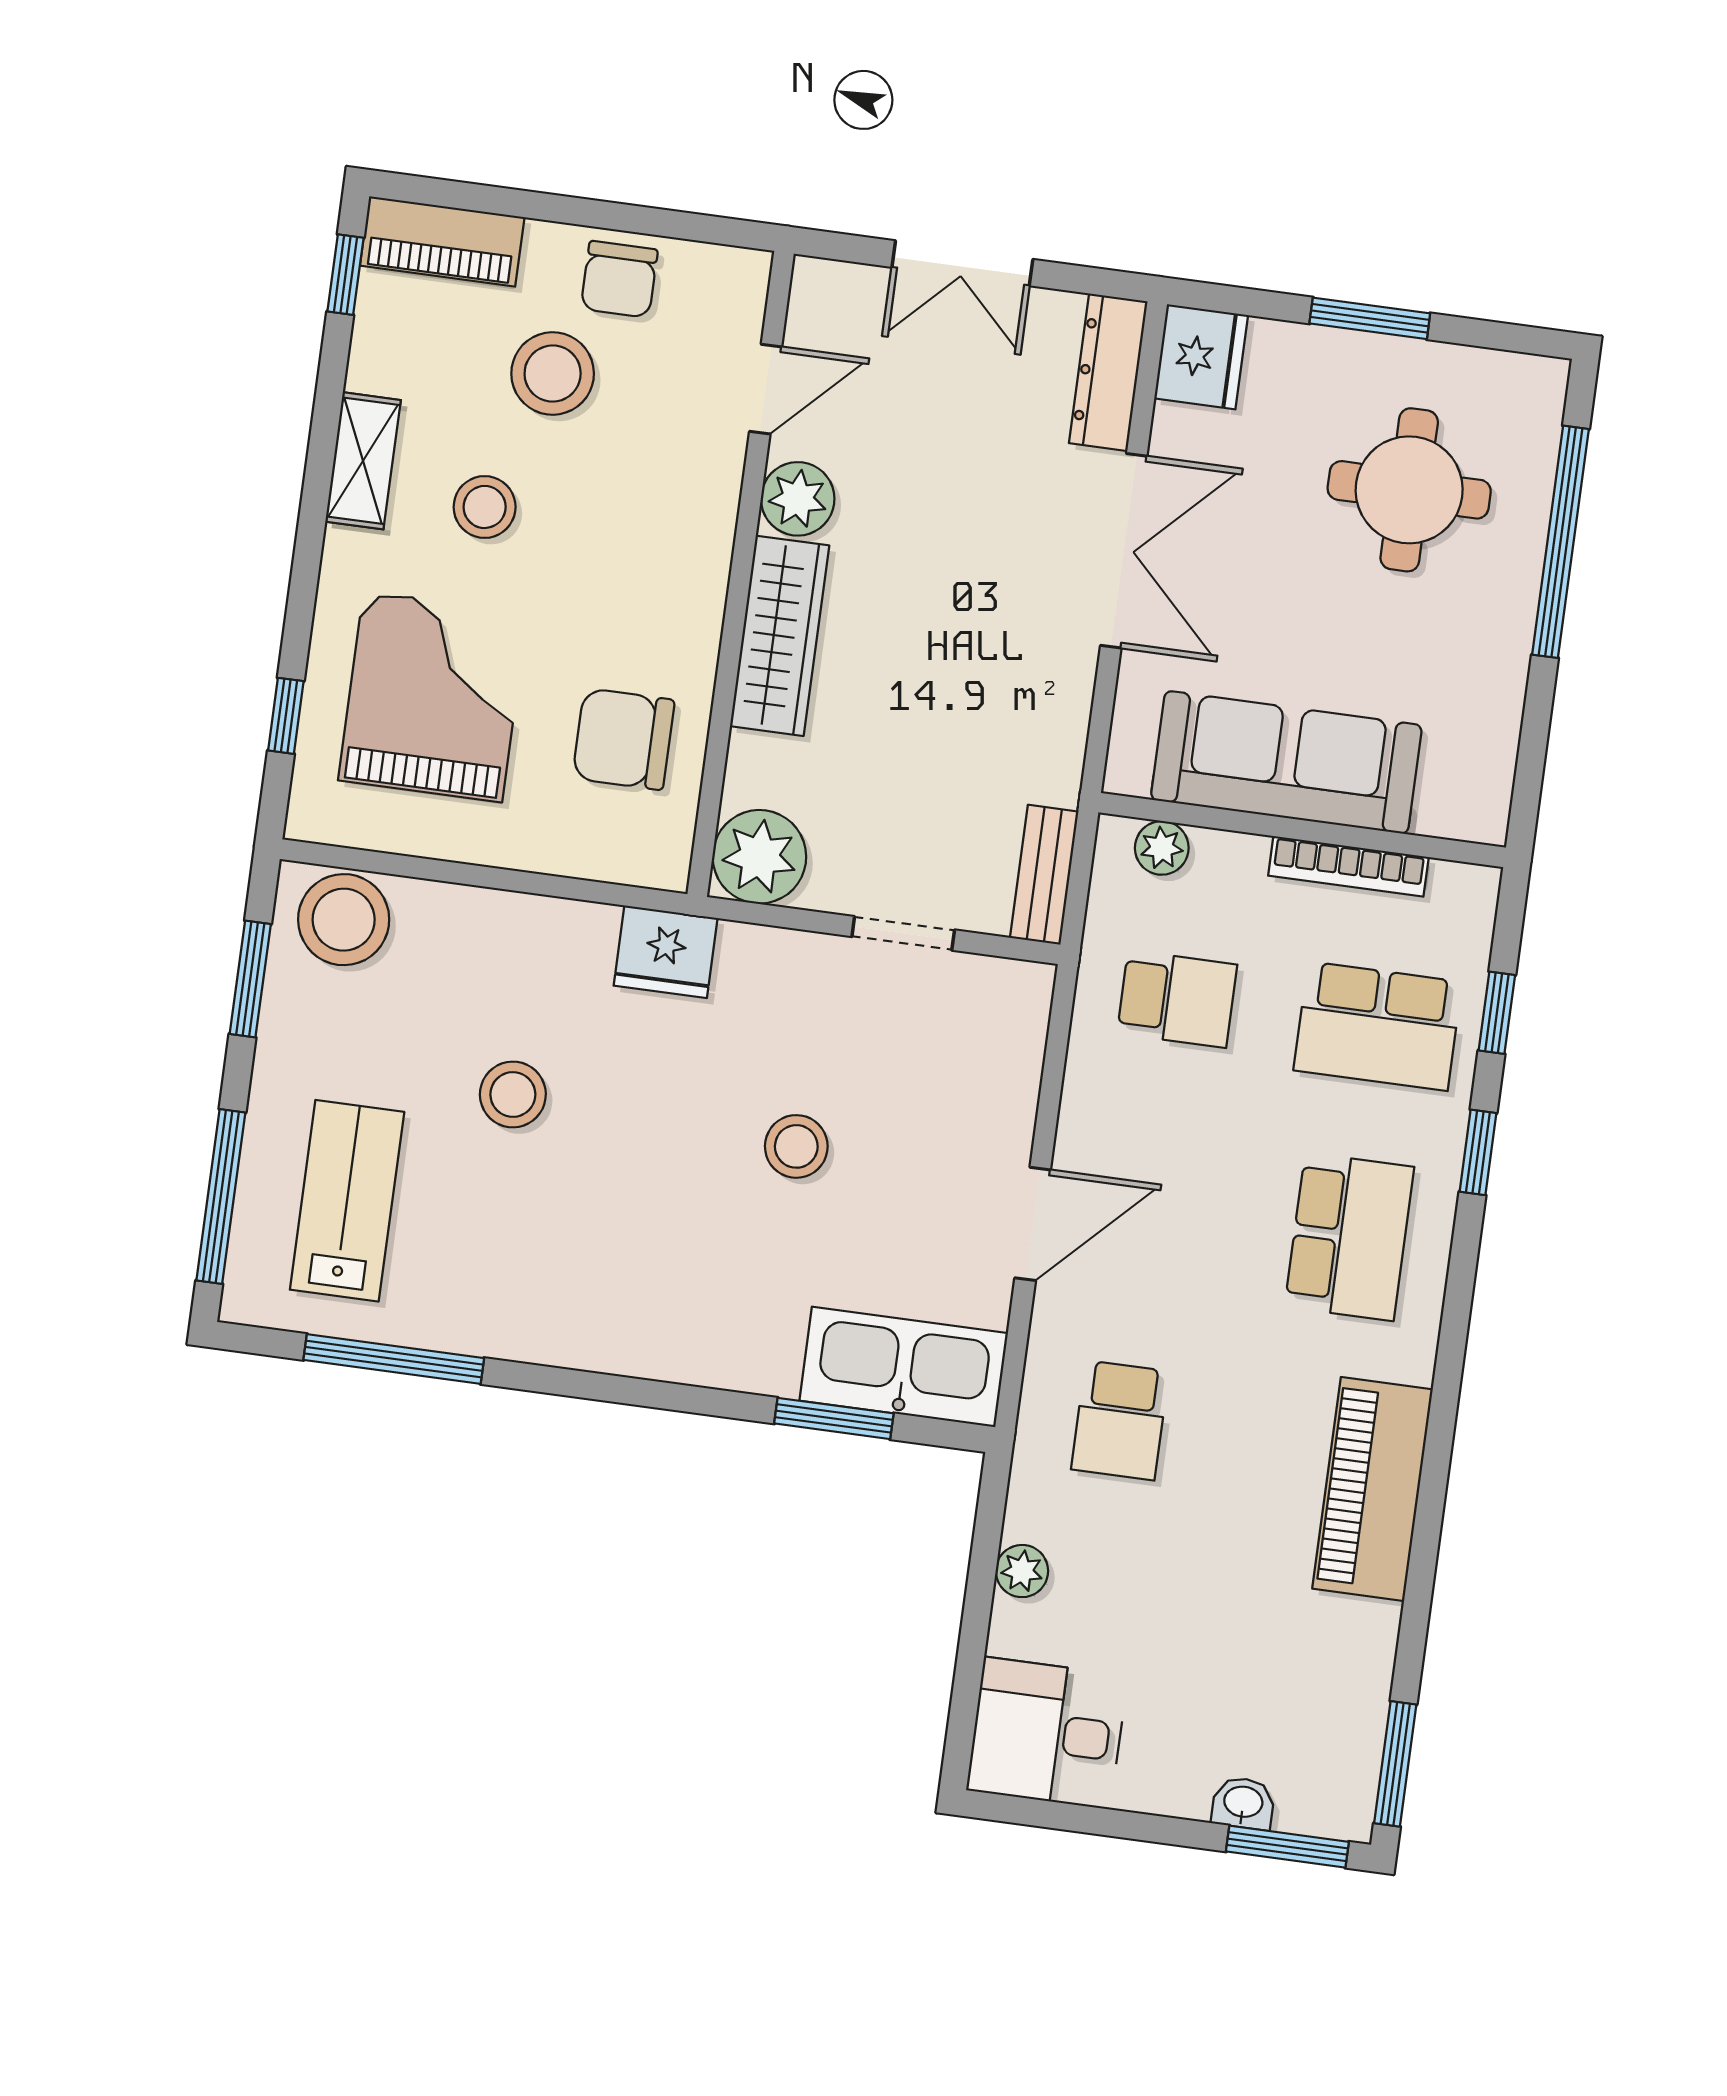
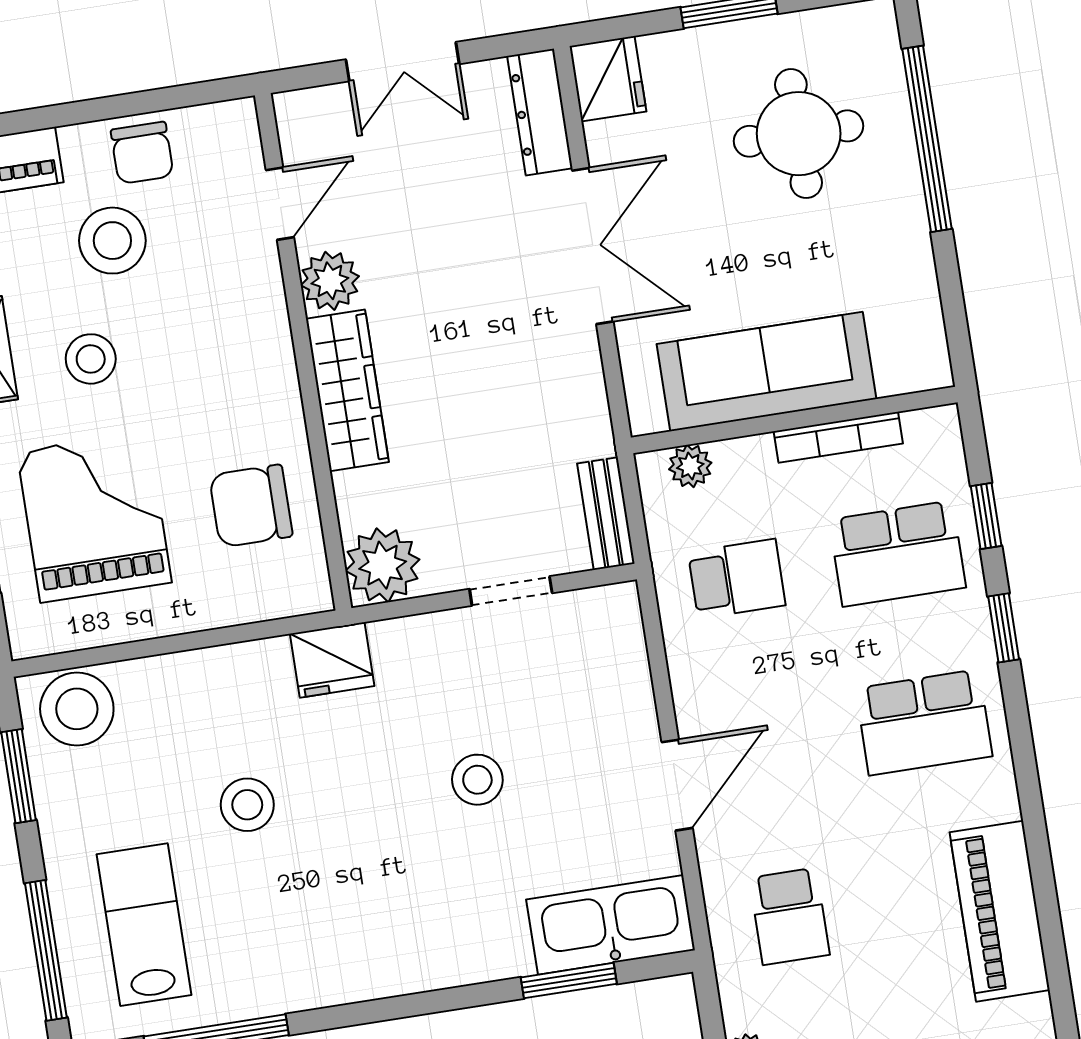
school desk: (1349, 1237) -> (924, 722), turned 90

